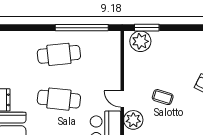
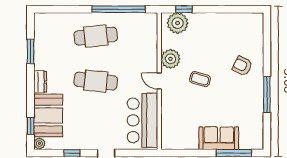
window: (147, 28) -> (184, 9), width x0.67
plant: (133, 120) -> (170, 59), moved

